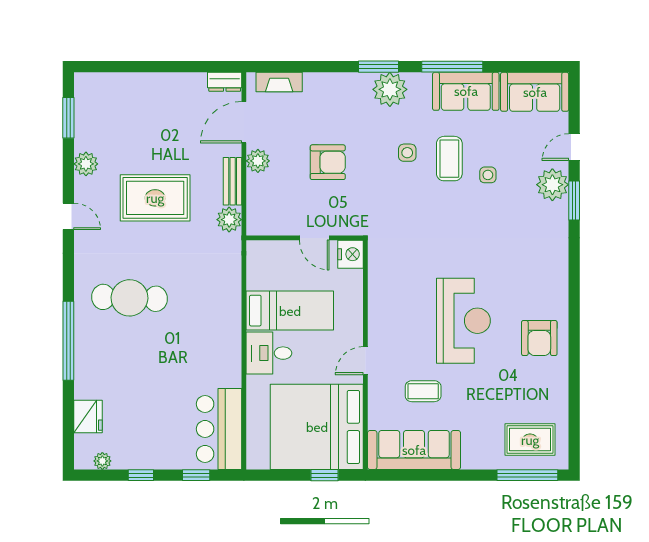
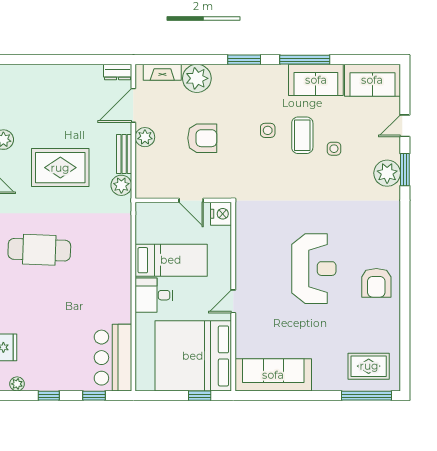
plant: (390, 89) -> (197, 78), moved
plant: (552, 185) -> (387, 173), moved
coffee table: (423, 391) -> (281, 326), removed

